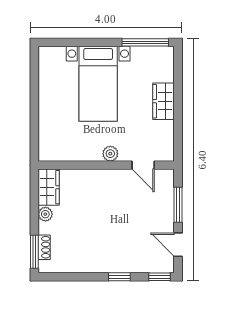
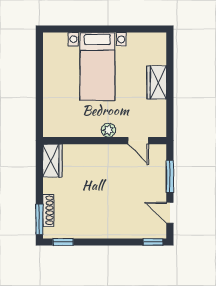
window: (145, 42) -> (140, 29), removed
plant: (45, 214) -> (49, 185), removed
shoe rack: (44, 247) -> (48, 210), width x1.43
window: (119, 277) -> (63, 242), moved

